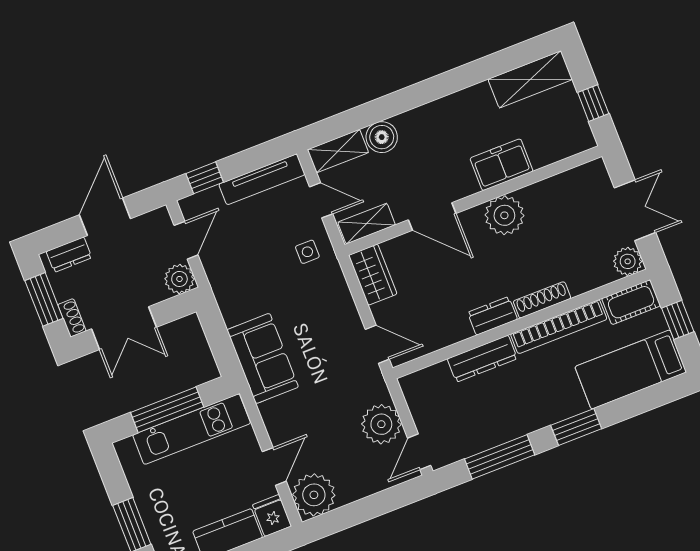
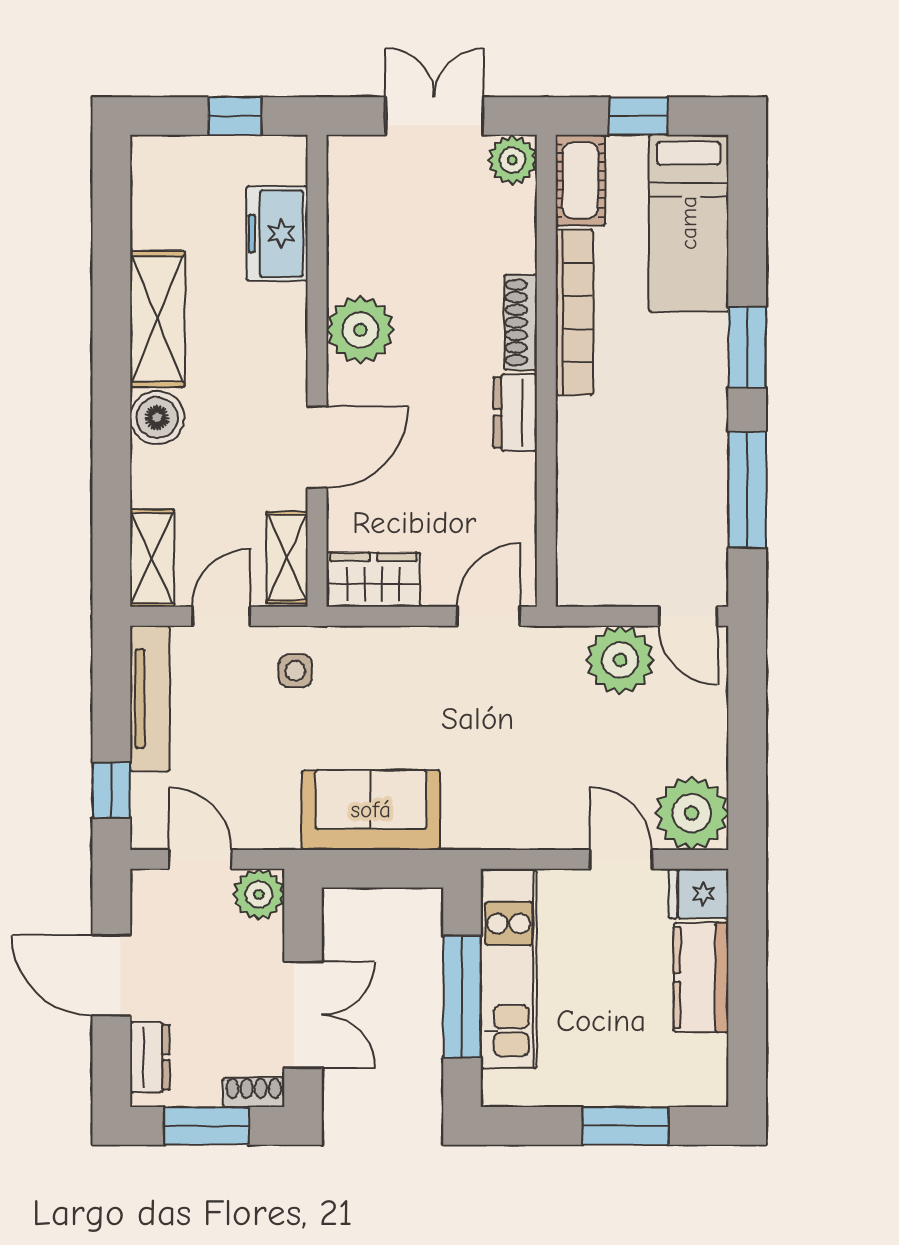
shelving: (530, 79) -> (157, 319), moved
boiler: (382, 137) -> (157, 418), moved
freezer: (502, 165) -> (277, 234), moved
sofa: (263, 358) -> (371, 810), moved
dresser: (482, 359) -> (578, 456), removed

